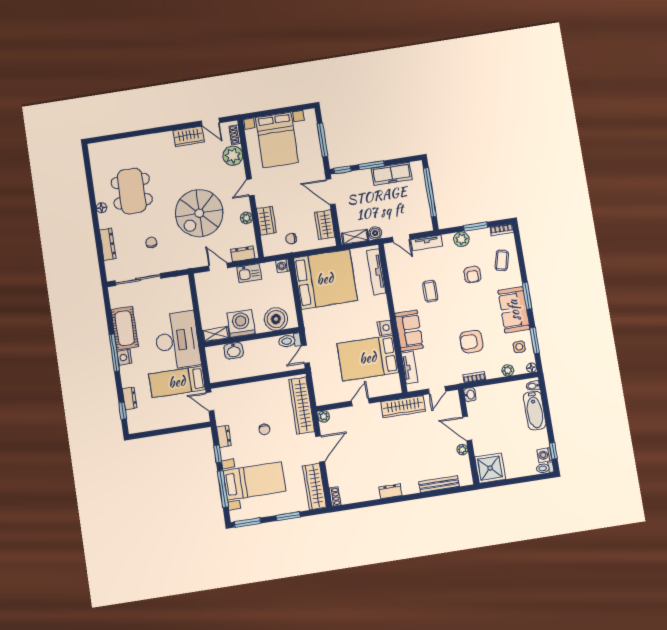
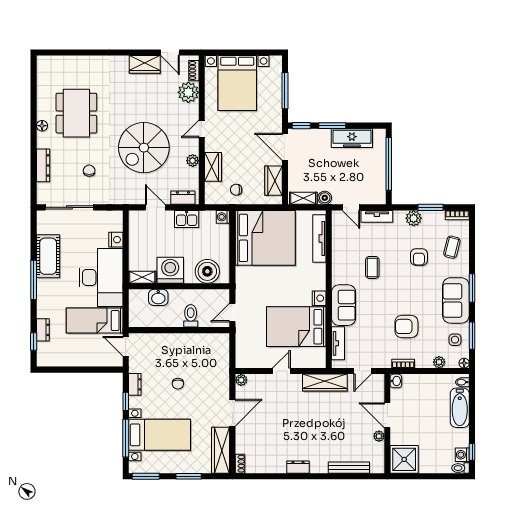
toilet: (290, 341) -> (191, 316), moved, turned 90
nightstand: (124, 357) -> (116, 240), moved, turned 180
wardrobe: (302, 405) -> (220, 365), removed

